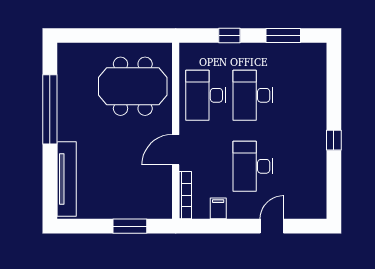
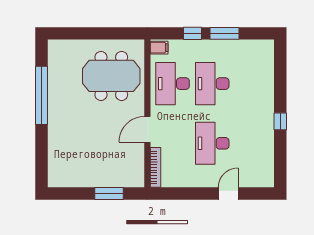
window: (283, 36) -> (225, 33), moved
tv unit: (67, 179) -> (56, 154), removed
filing cabinet: (218, 208) -> (159, 48), moved, turned 90

